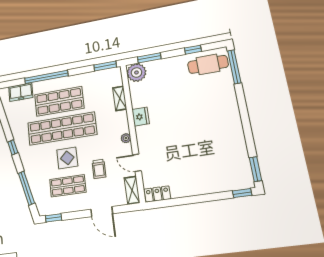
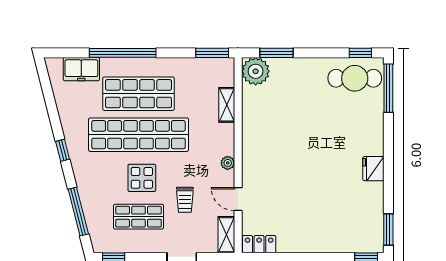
window: (193, 50) -> (360, 53), moved
fridge: (141, 117) -> (373, 169), moved, turned 180

